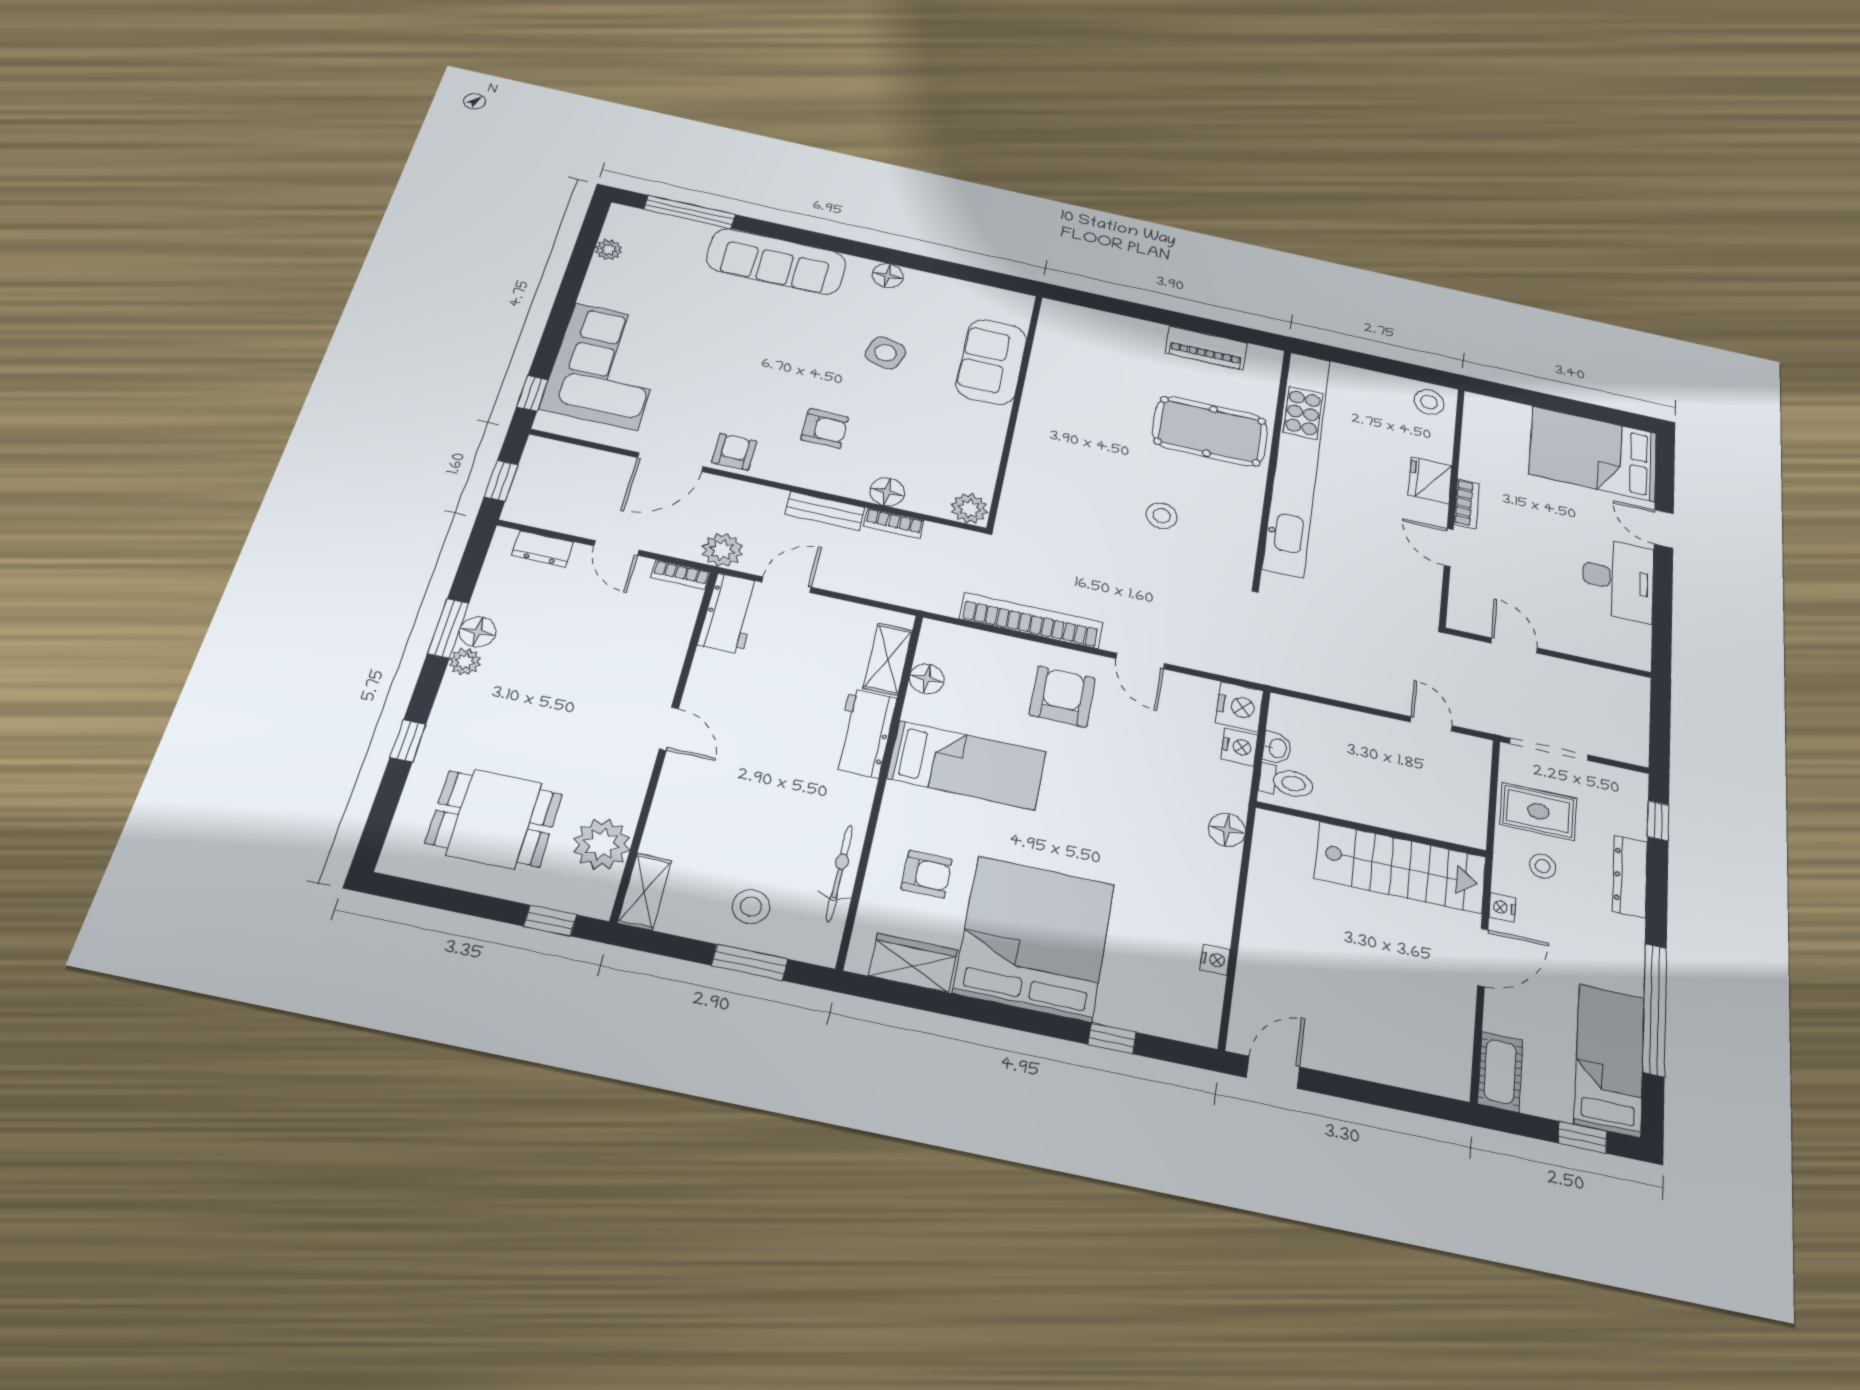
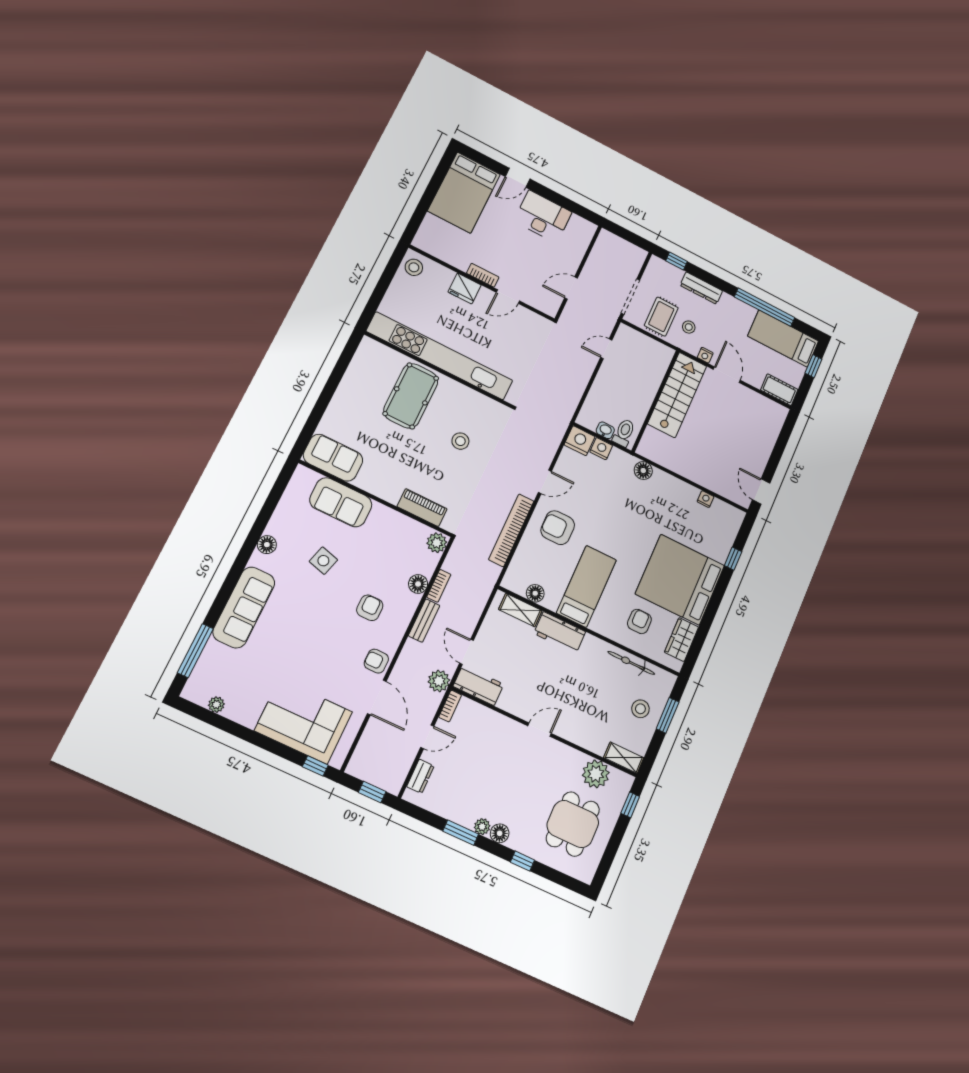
sofa: (1062, 340) -> (333, 458), added
piano: (1206, 348) -> (422, 508), moved, turned -90
floor lamp: (478, 632) -> (500, 833), moved

